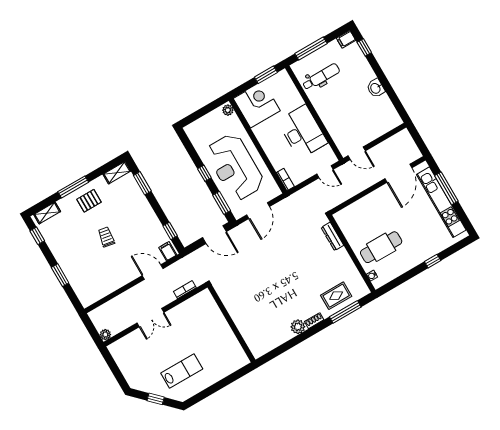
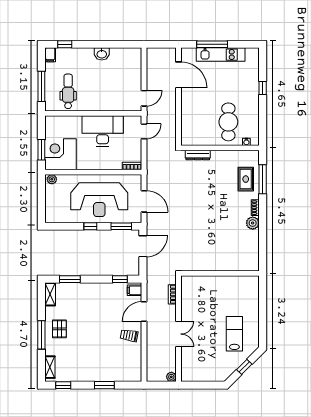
window: (266, 75) -> (41, 150), moved
kitchen unit: (441, 202) -> (221, 55), width x0.73
trolley: (106, 237) -> (129, 335), moved

